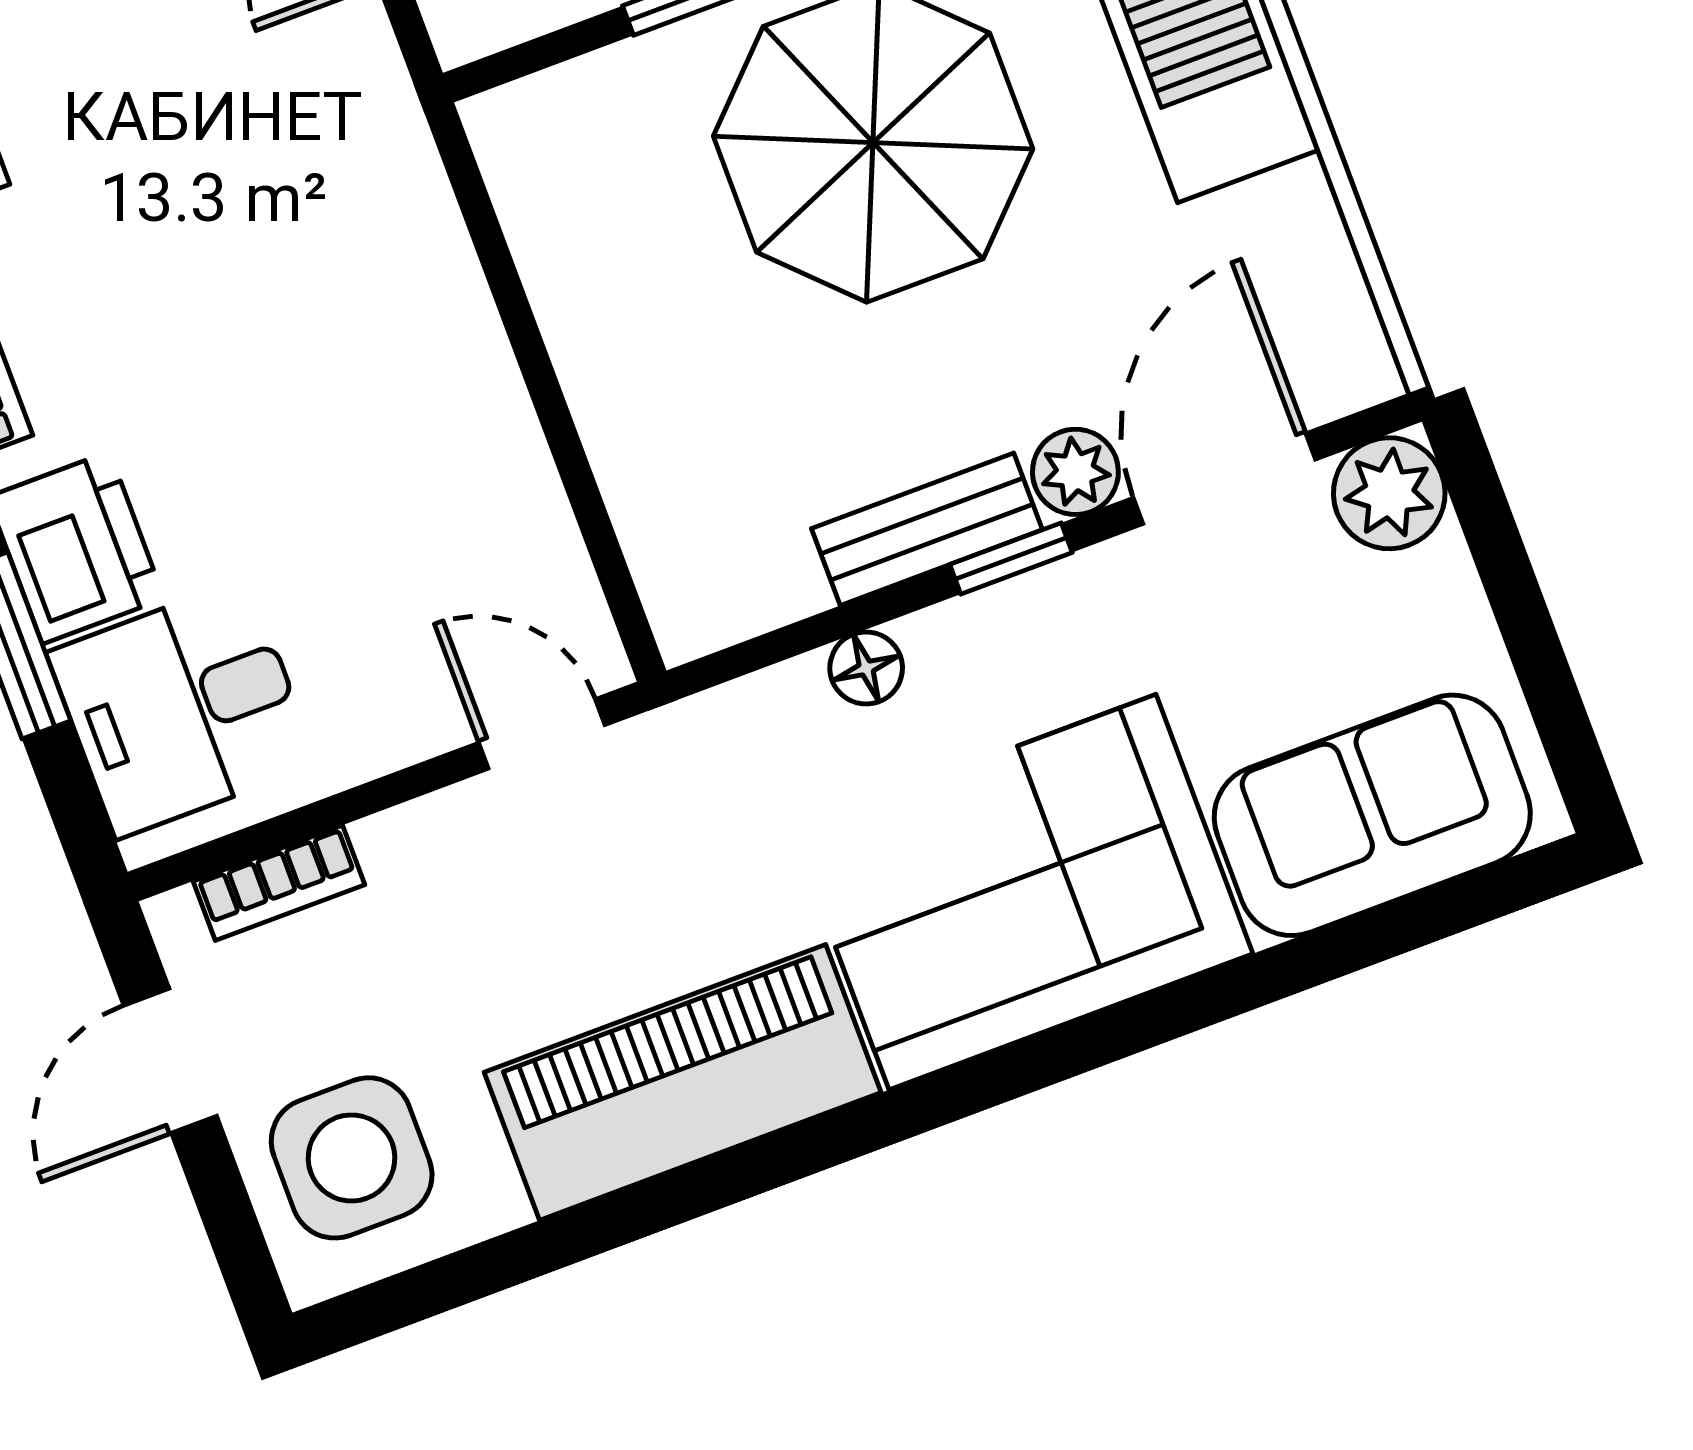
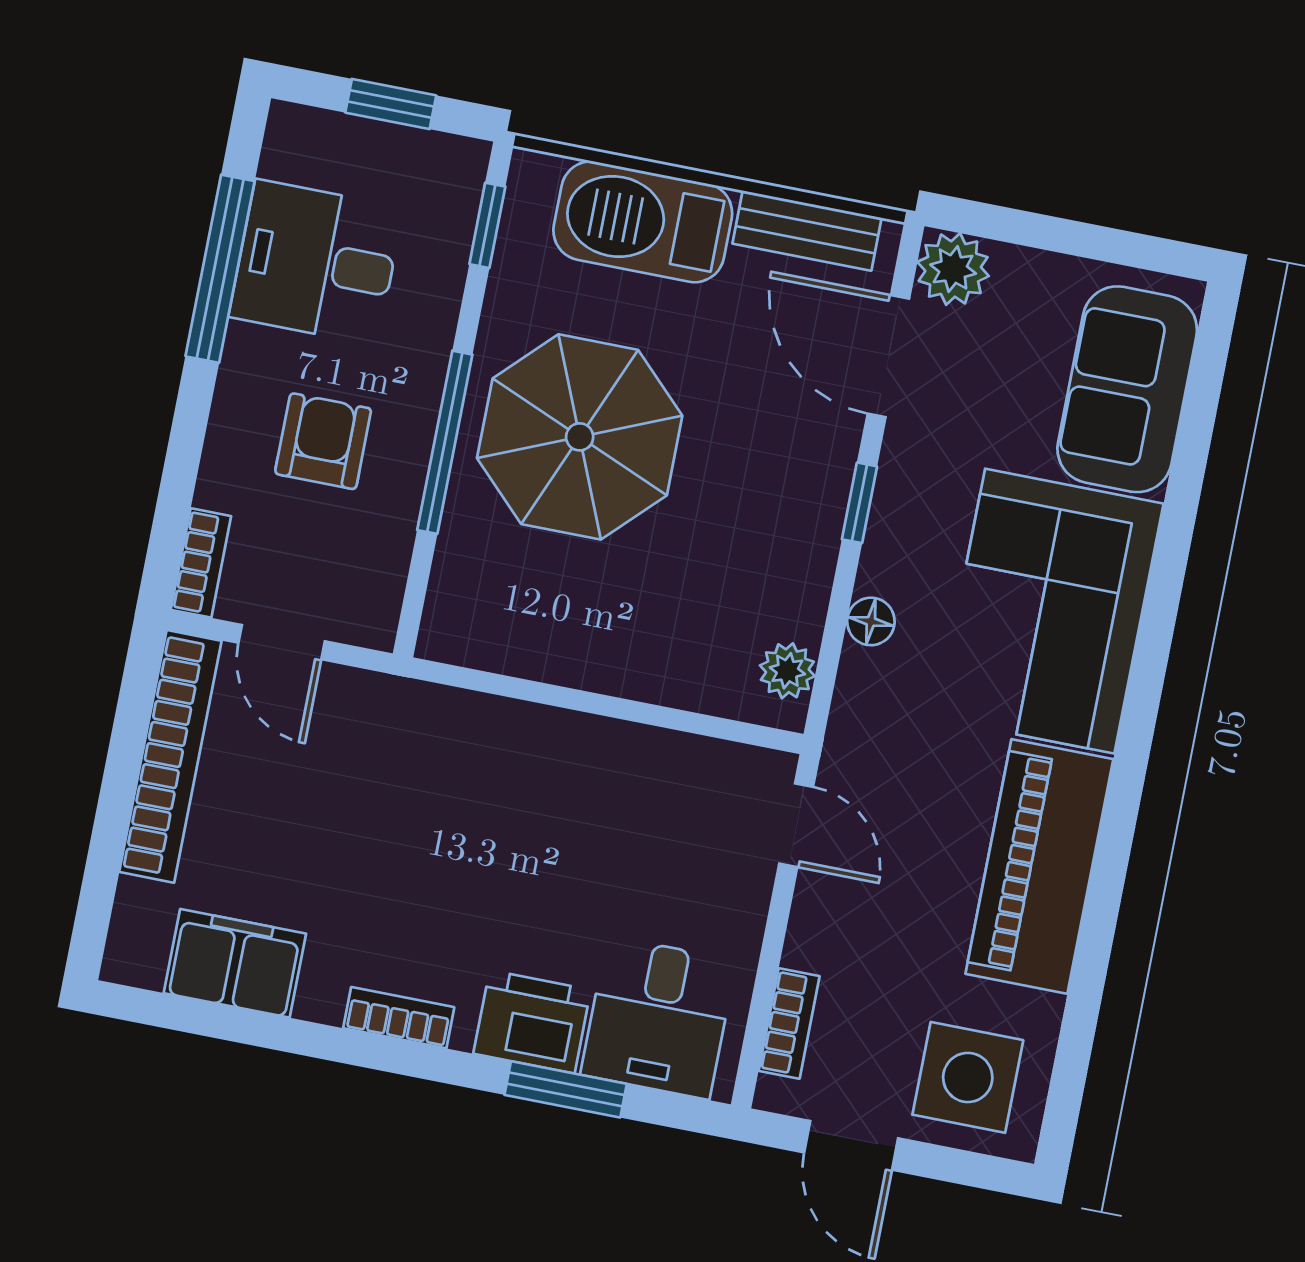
plant: (1075, 472) -> (787, 671), moved
bench: (927, 529) -> (807, 231), moved, turned 90
door: (542, 734) -> (796, 825), swing flipped

